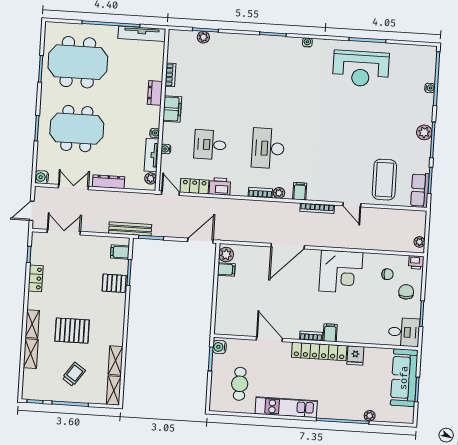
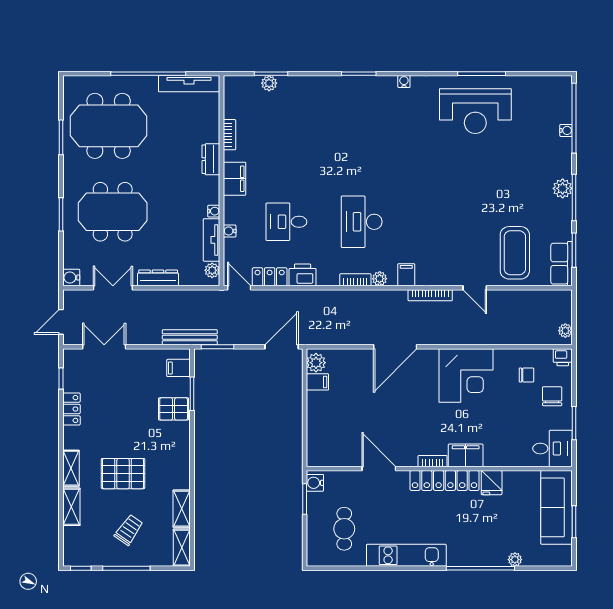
filing cabinet: (330, 333) -> (466, 455), width x2.00

